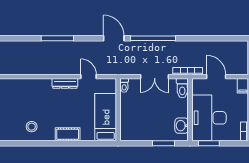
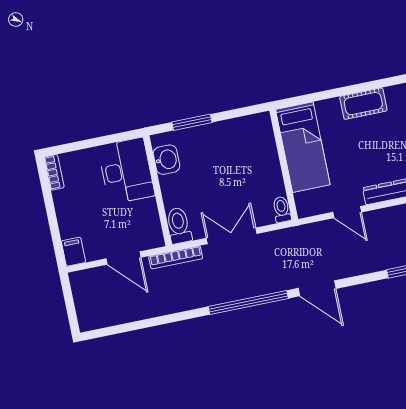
desk: (209, 118) -> (126, 171), width x0.73, depth x0.77
window: (209, 143) -> (112, 139), removed

